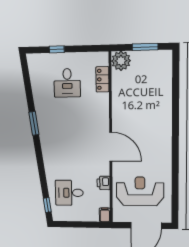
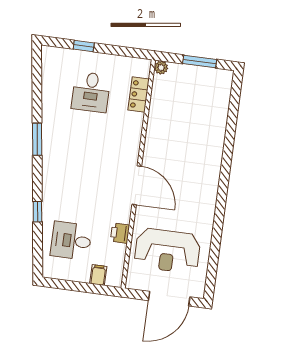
plant: (121, 61) -> (161, 68), width x0.53, depth x0.53
reception desk: (140, 191) -> (167, 251), turned 180
window: (47, 205) -> (37, 212), moved
filing cabinet: (105, 215) -> (98, 275), moved

